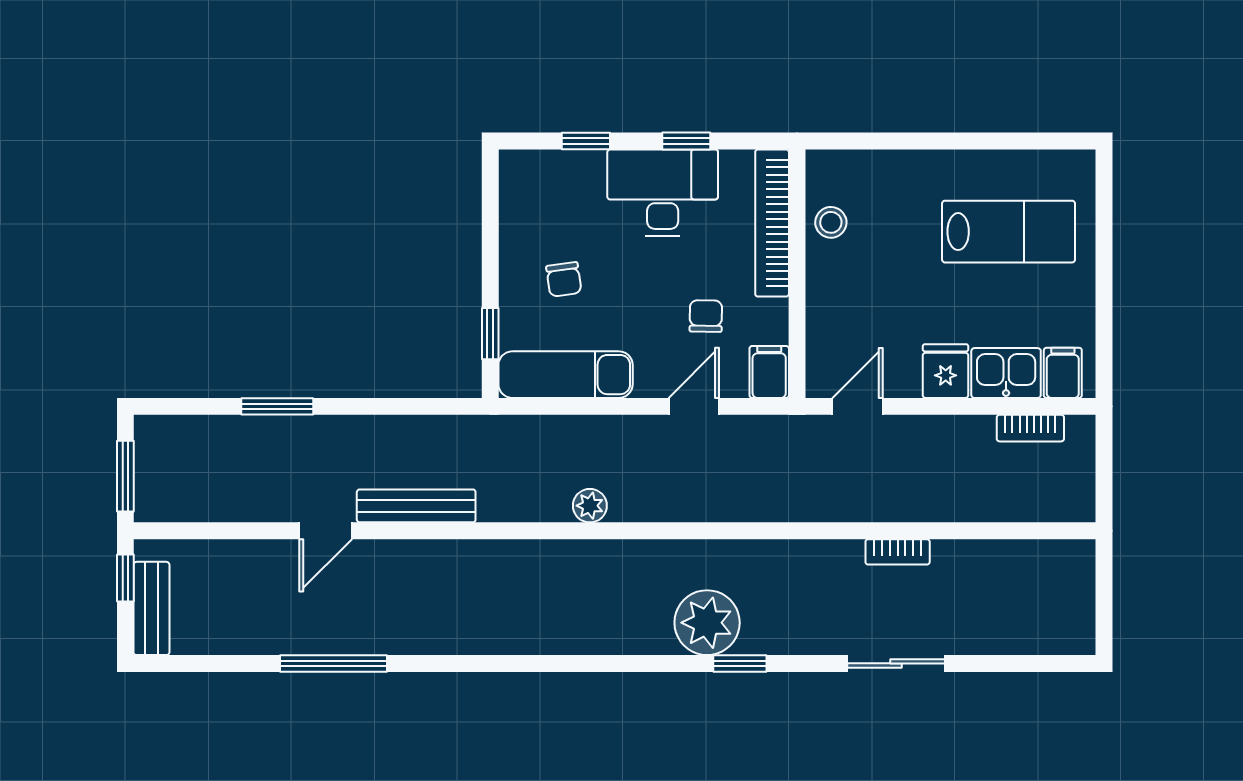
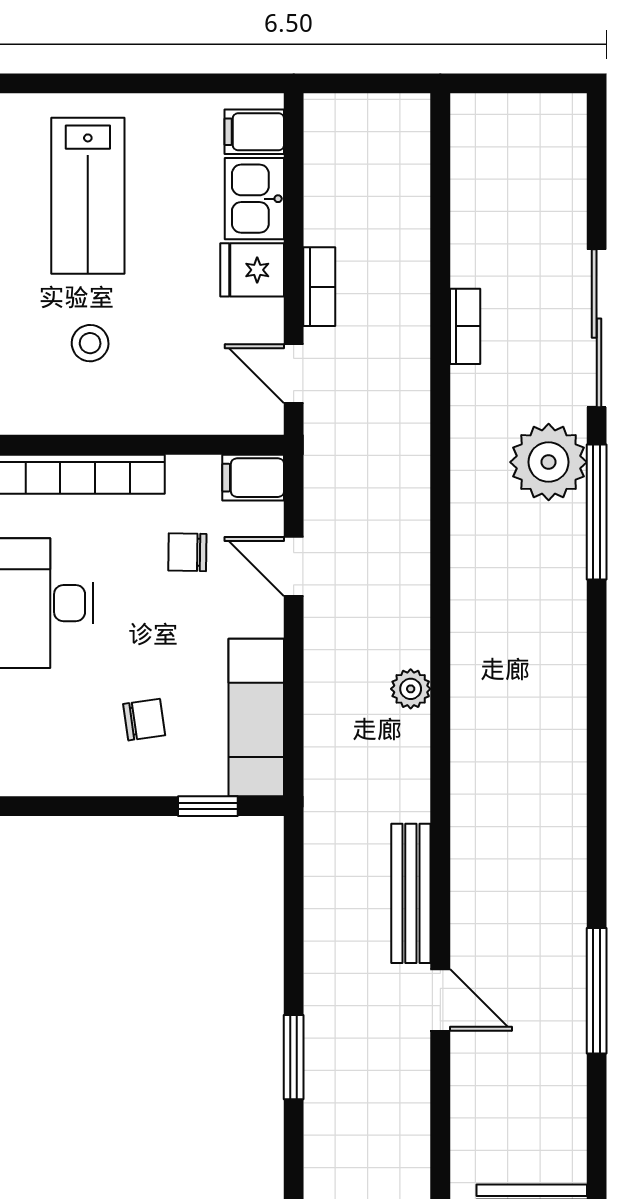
stool: (831, 222) -> (90, 343), moved
lab bench: (1009, 232) -> (88, 196), turned 180
bookcase: (1030, 428) -> (319, 287), moved
plant: (707, 623) -> (549, 462), moved
window: (740, 663) -> (597, 512), width x2.17
sliding door: (896, 663) -> (597, 328), width x1.37

